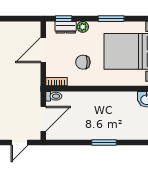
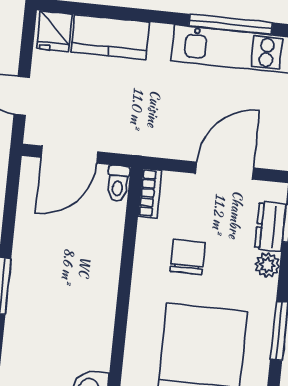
door: (43, 50) -> (224, 171), hinge flipped
door: (43, 119) -> (69, 155), hinge flipped

